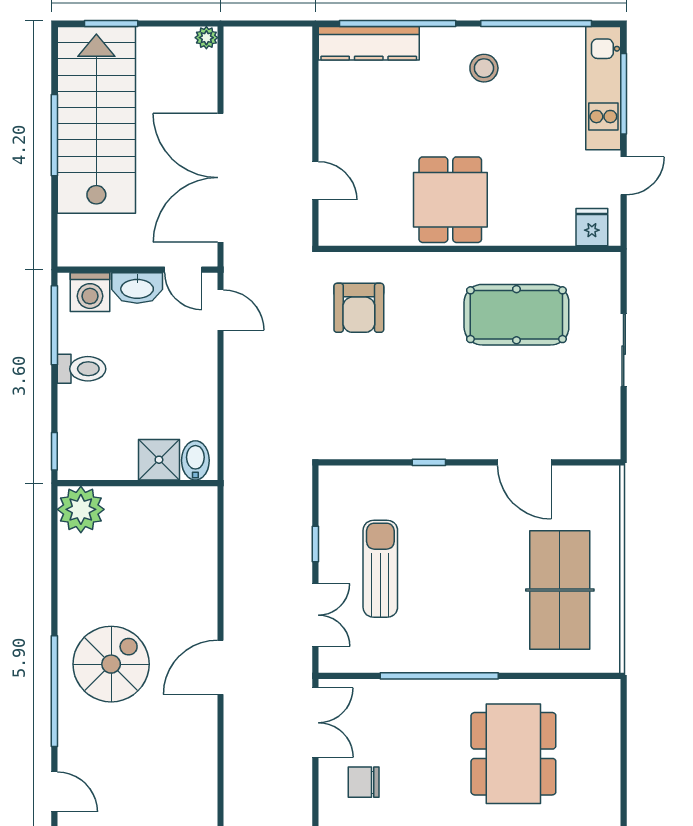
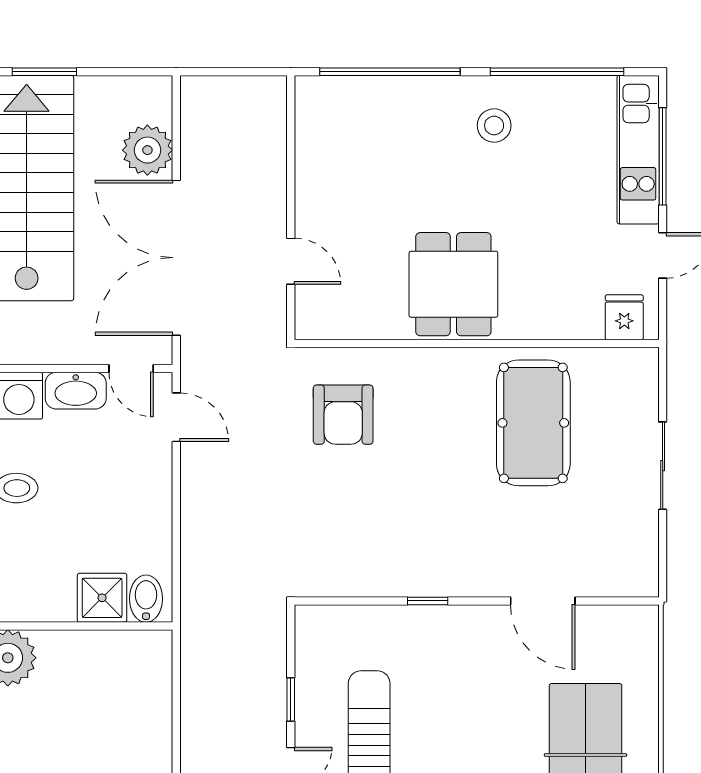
plant: (206, 38) -> (147, 150), moved, width x1.87, depth x1.87
kitchen counter: (369, 43) -> (355, 96), removed
pool table: (516, 315) -> (533, 423), turned 90

